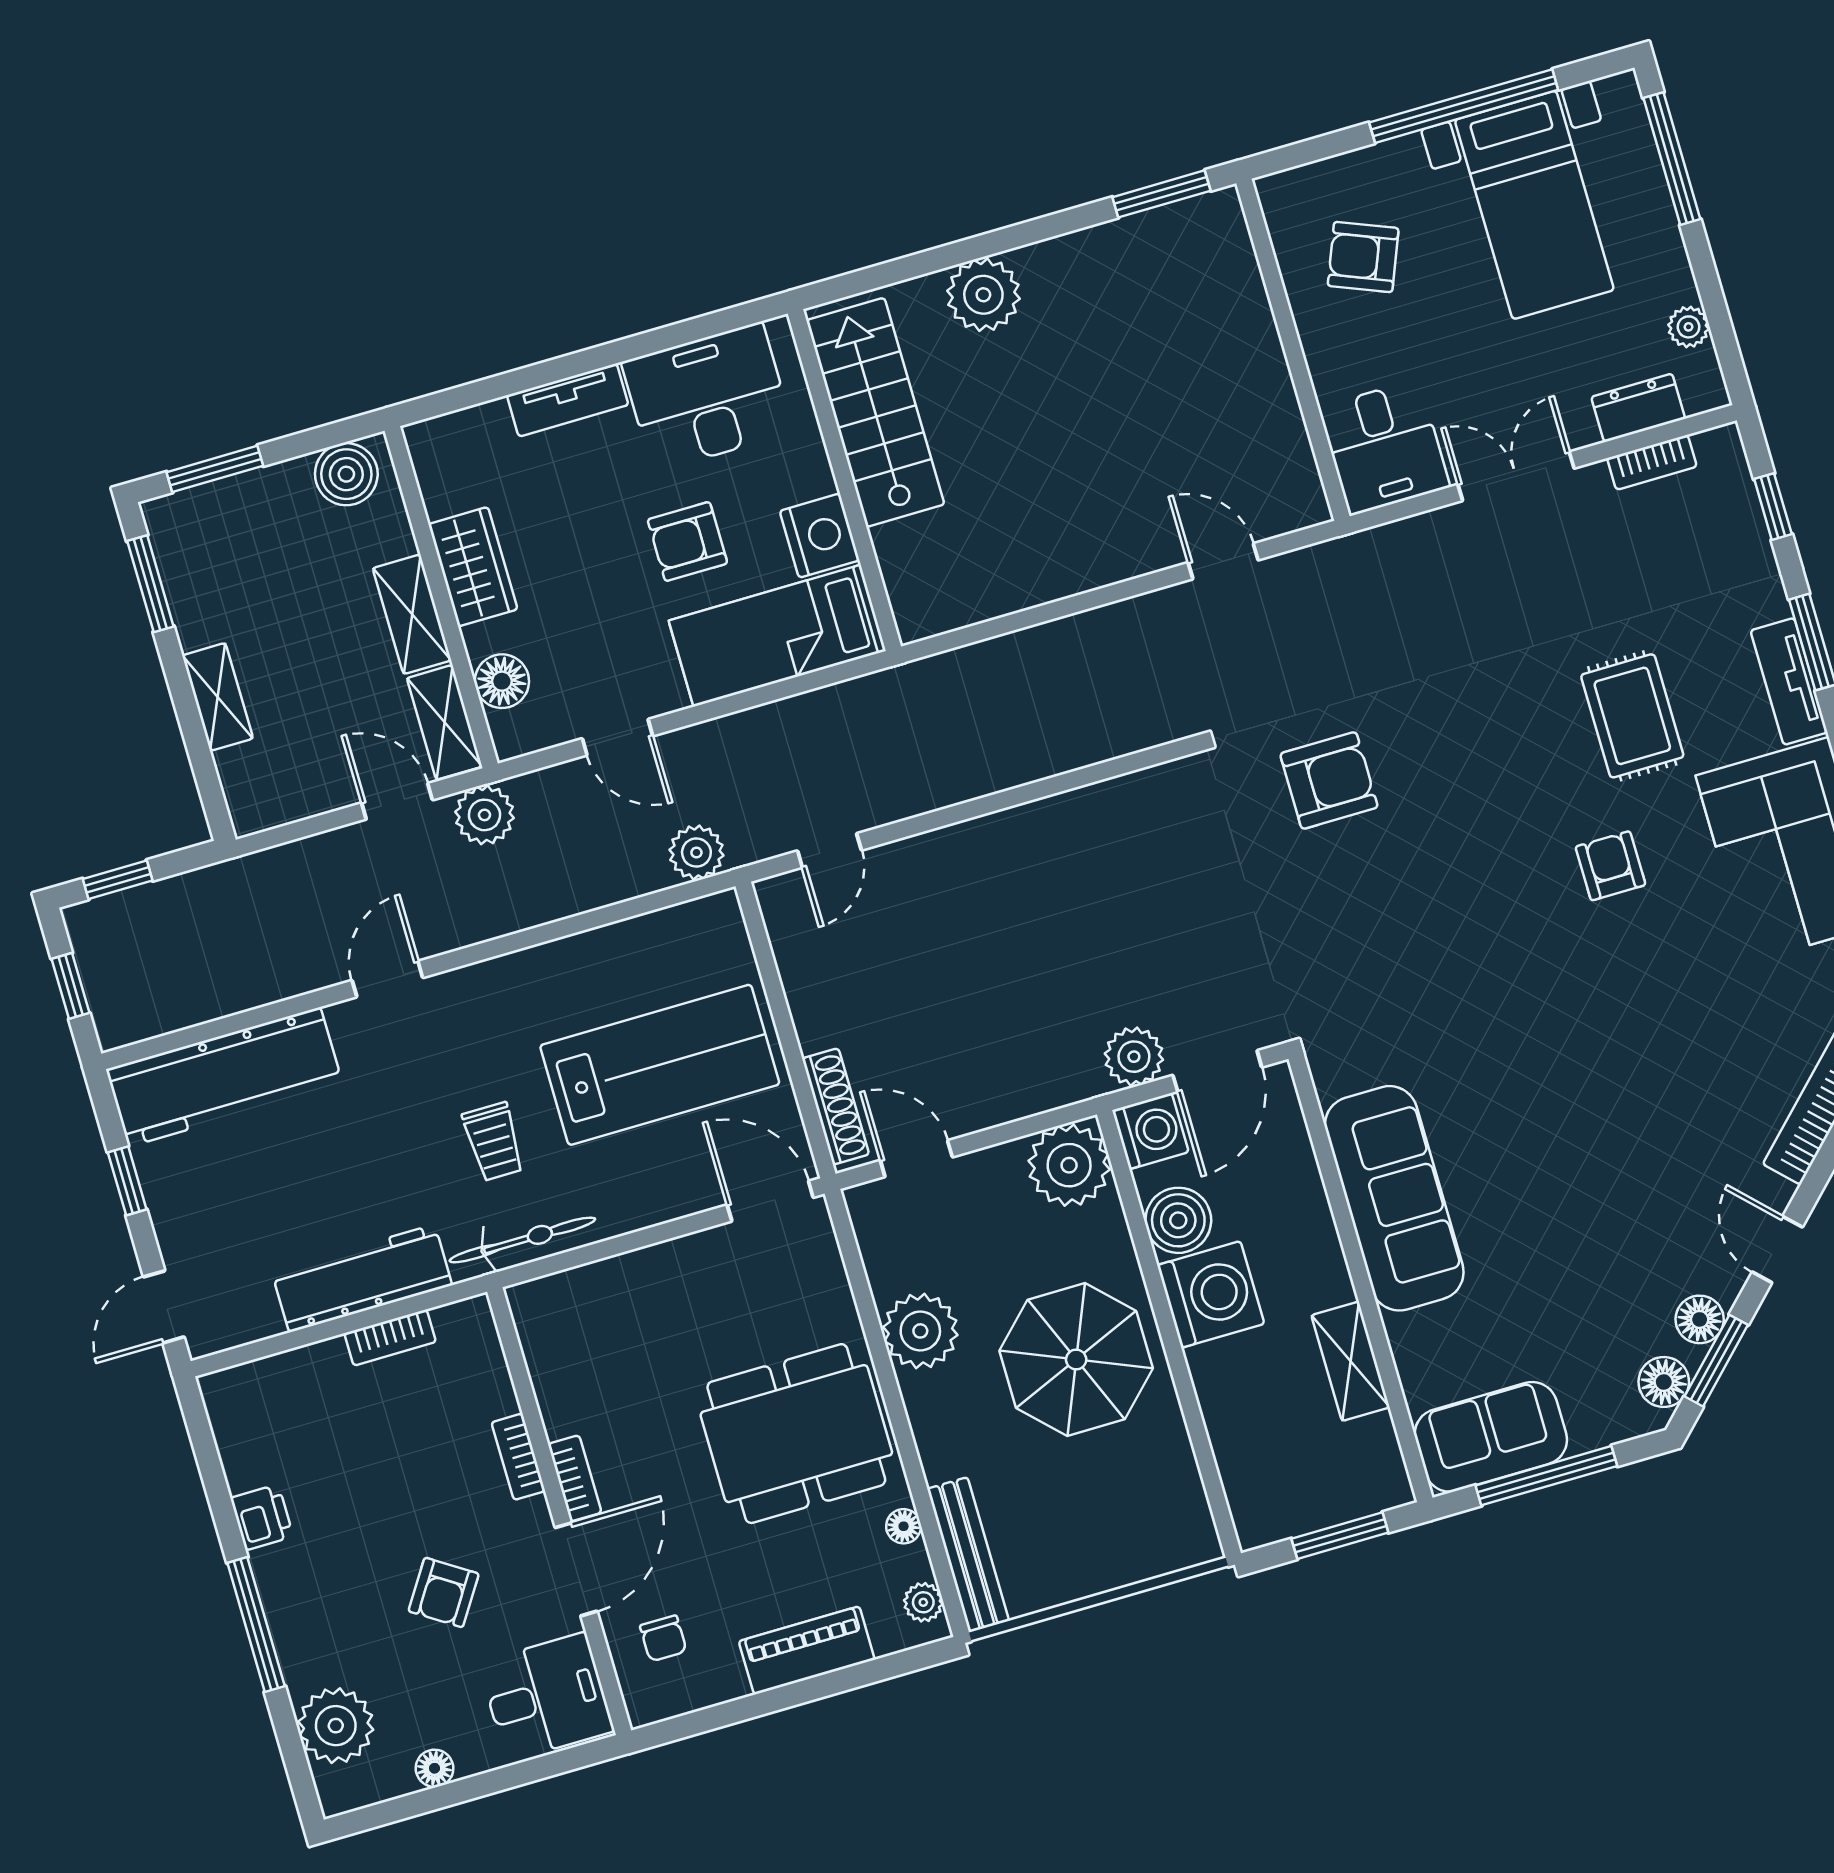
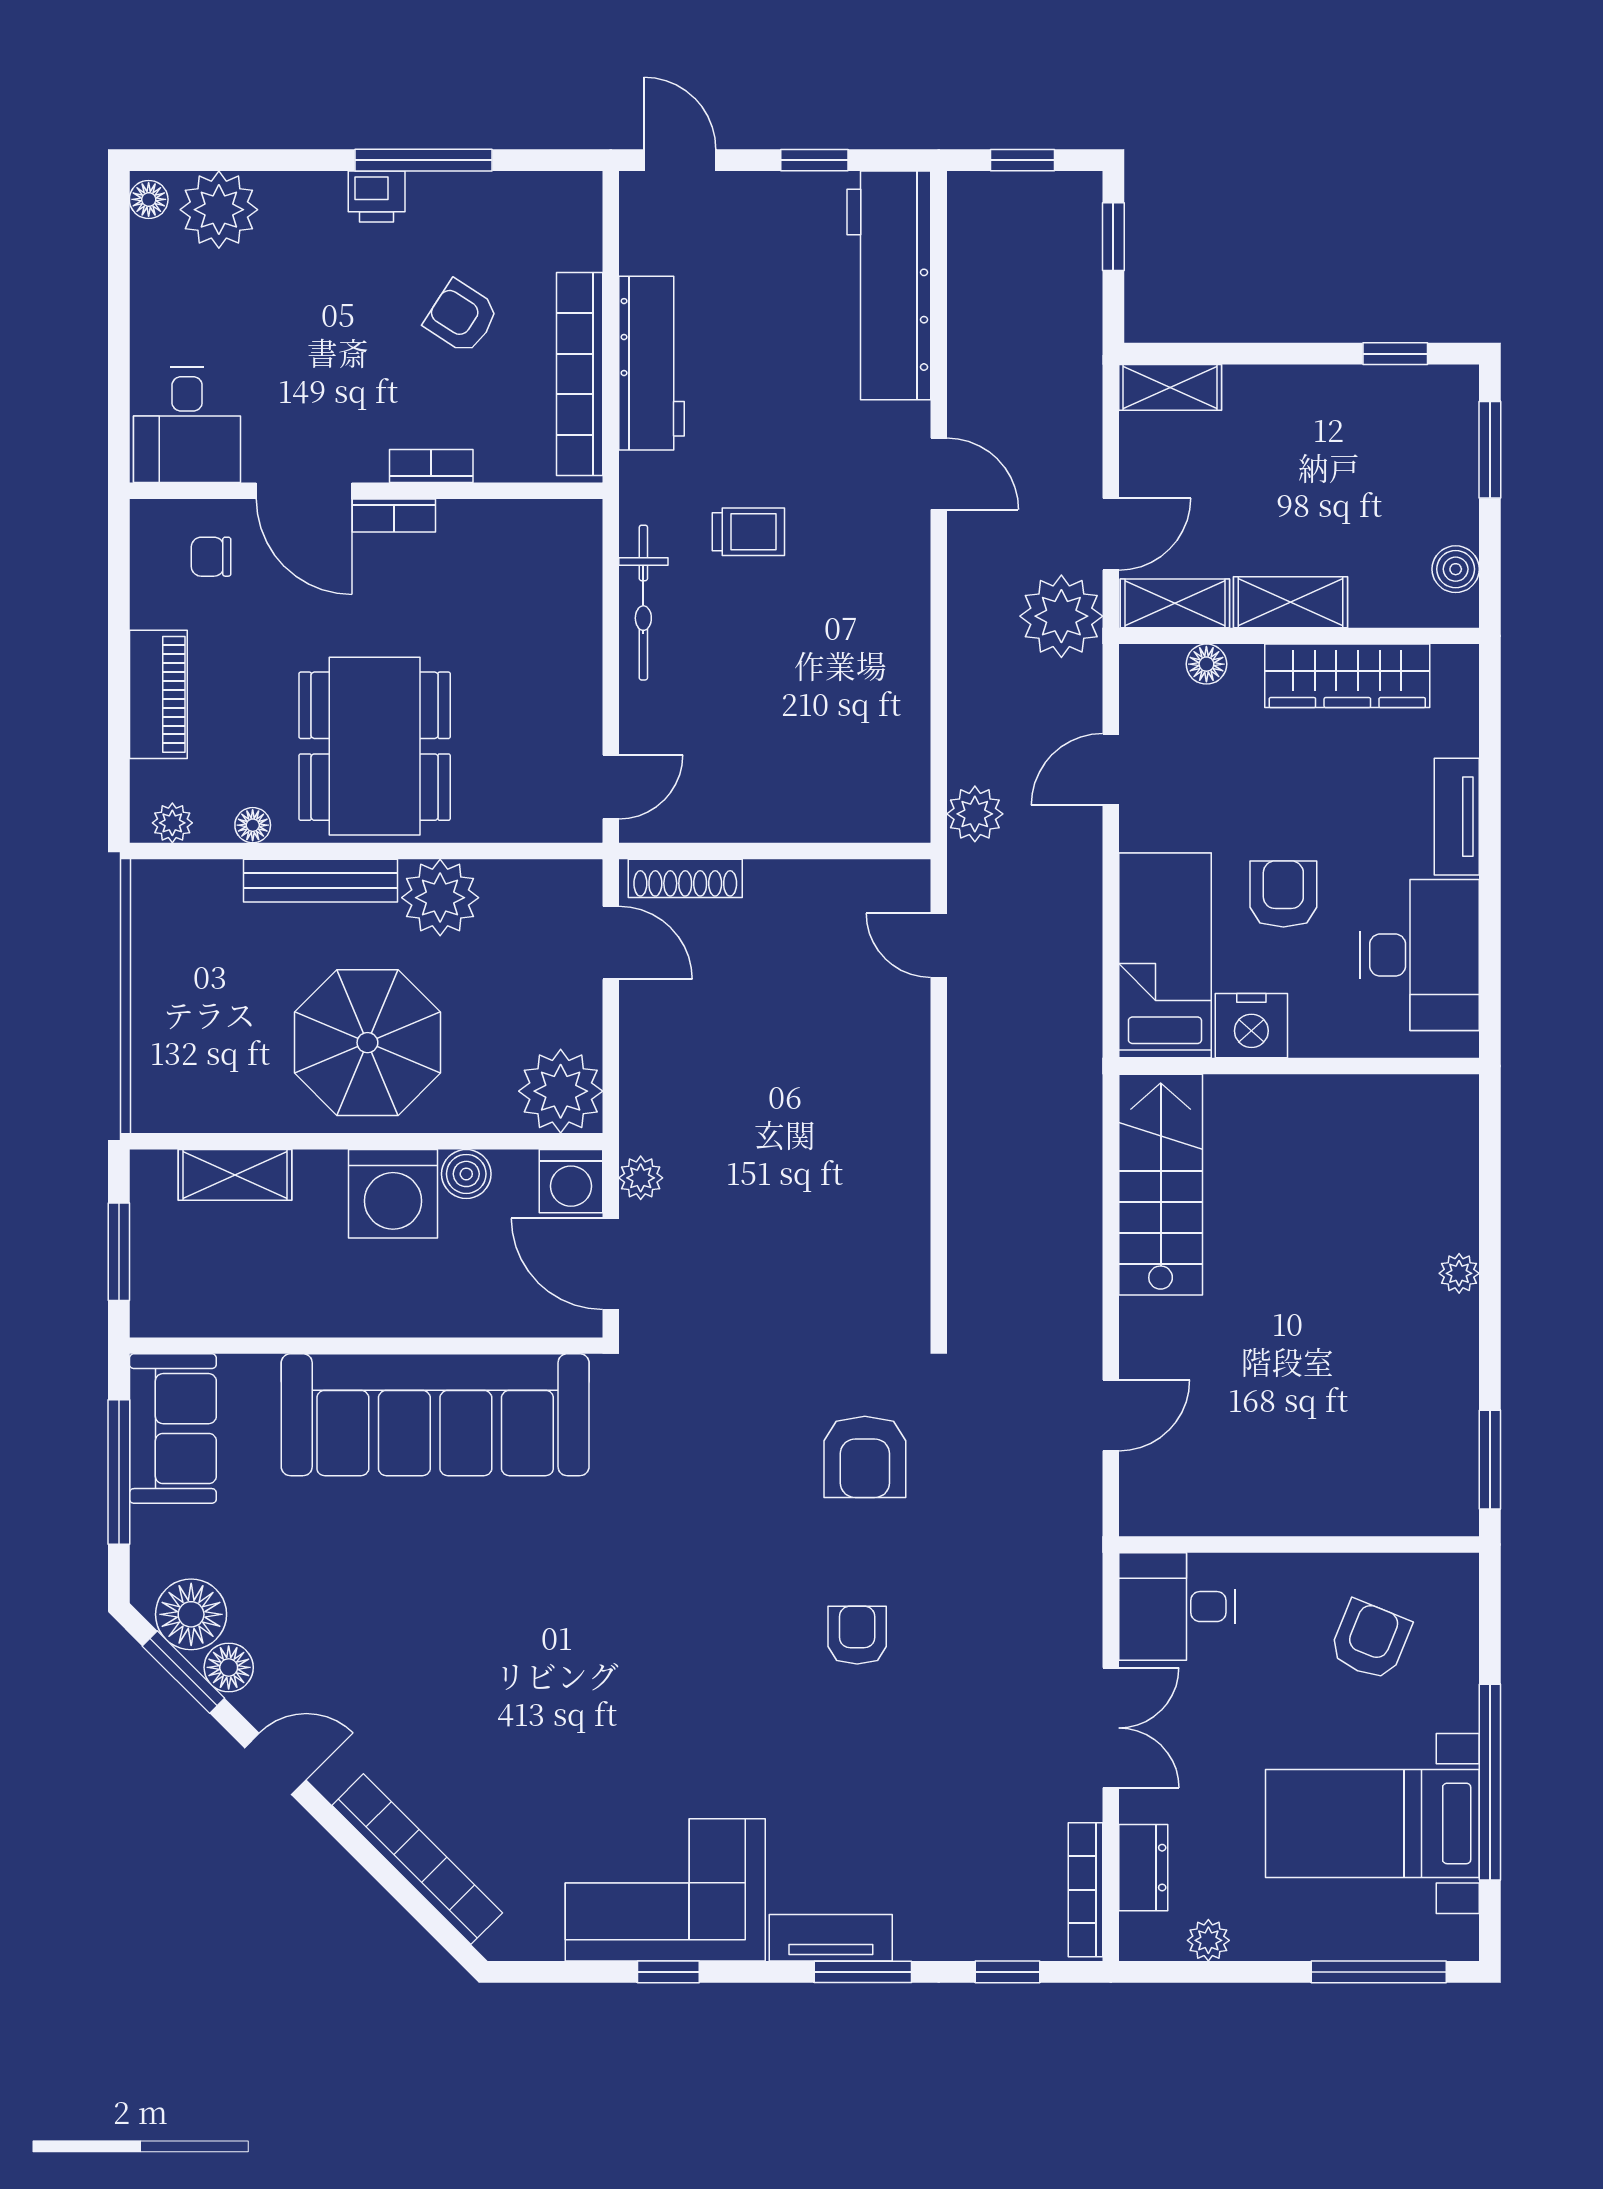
plant: (983, 295) -> (1459, 1273), width x0.53, depth x0.53
stairs: (875, 412) -> (1161, 1185), moved, turned -90
bookcase: (1652, 462) -> (1086, 1890), width x1.56
boiler: (346, 474) -> (1456, 569), width x0.73, depth x0.73
wardrobe: (473, 567) -> (1347, 676), width x1.50
window: (150, 584) -> (1395, 354), width x0.67
floor lamp: (502, 681) -> (1206, 664), width x0.73, depth x0.73
shelving: (218, 697) -> (1170, 387), moved
rug: (1632, 716) -> (842, 1774), removed
plant: (484, 815) -> (1061, 616), width x1.36, depth x1.36
armchair: (1610, 866) -> (857, 1635), moved, turned -90
plant: (1134, 1057) -> (641, 1178), width x0.73, depth x0.73
lab bench: (660, 1065) -> (776, 717), removed
trolley: (493, 1142) -> (748, 532), turned 180
door: (916, 1159) -> (611, 943), hinge flipped
sofa: (1394, 1198) -> (435, 1415), width x1.36, depth x1.27
door: (770, 1201) -> (611, 787), width x0.73
boiler: (1178, 1220) -> (466, 1174), width x0.73, depth x0.73
bicycle: (522, 1240) -> (643, 603), moved
bookcase: (390, 1338) -> (580, 374), width x2.31, depth x1.31
shelving: (1350, 1361) -> (235, 1175), moved
floor lamp: (1664, 1382) -> (191, 1614), width x1.38, depth x1.38
printer: (262, 1517) -> (377, 196), moved
bench: (968, 1555) -> (320, 881), moved
armchair: (444, 1592) -> (461, 317), moved
window: (256, 1625) -> (423, 160), moved
floor lamp: (435, 1768) -> (149, 199), moved

